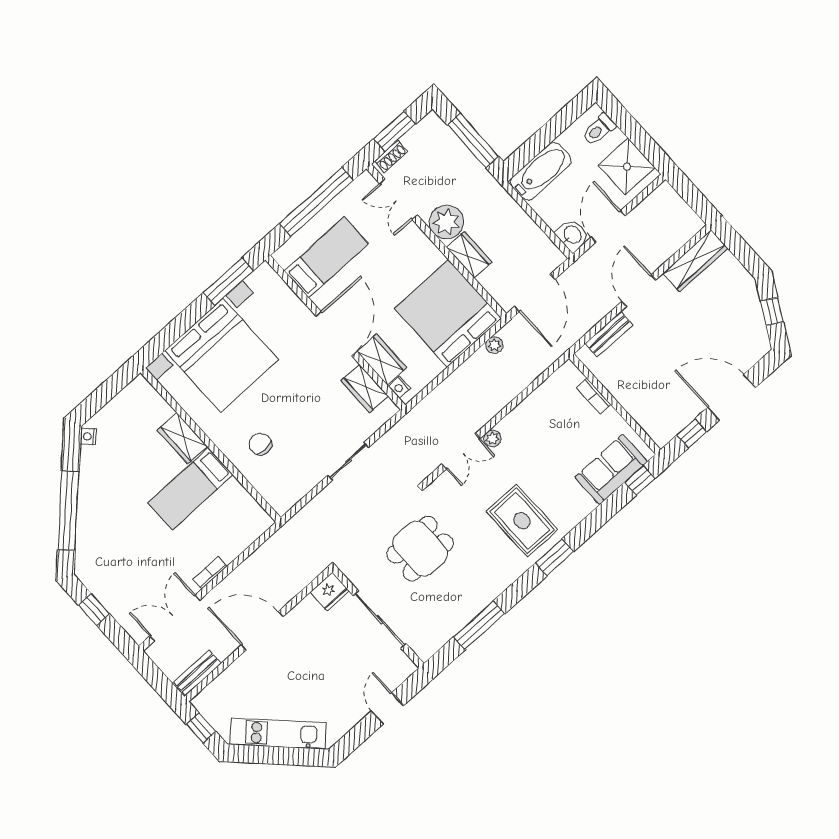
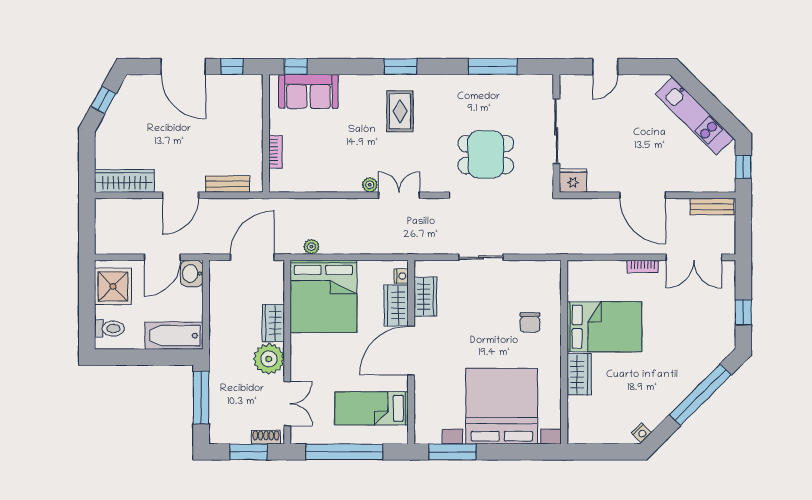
bed: (190, 489) -> (604, 327), width x1.50
rug: (522, 521) -> (400, 111), width x0.73, depth x0.70

